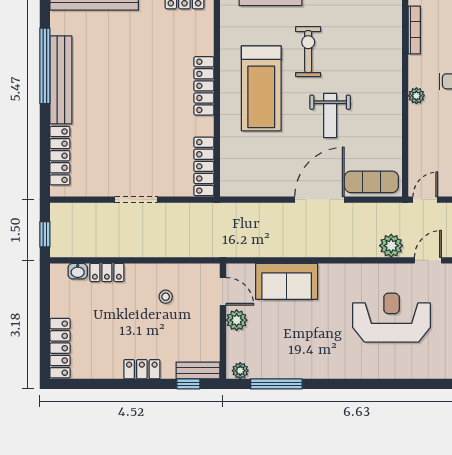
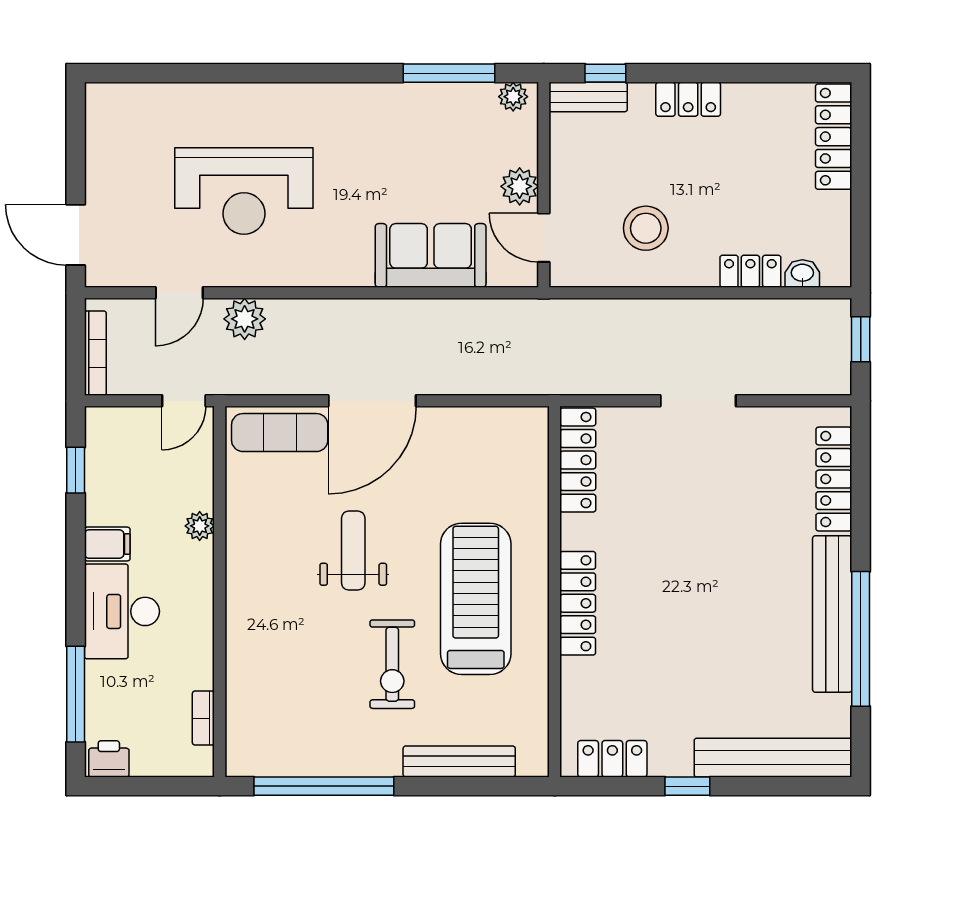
bookcase: (414, 30) -> (203, 718), width x0.64
plant: (416, 96) -> (200, 526), moved
stool: (166, 297) -> (646, 228), width x1.89, depth x1.89

